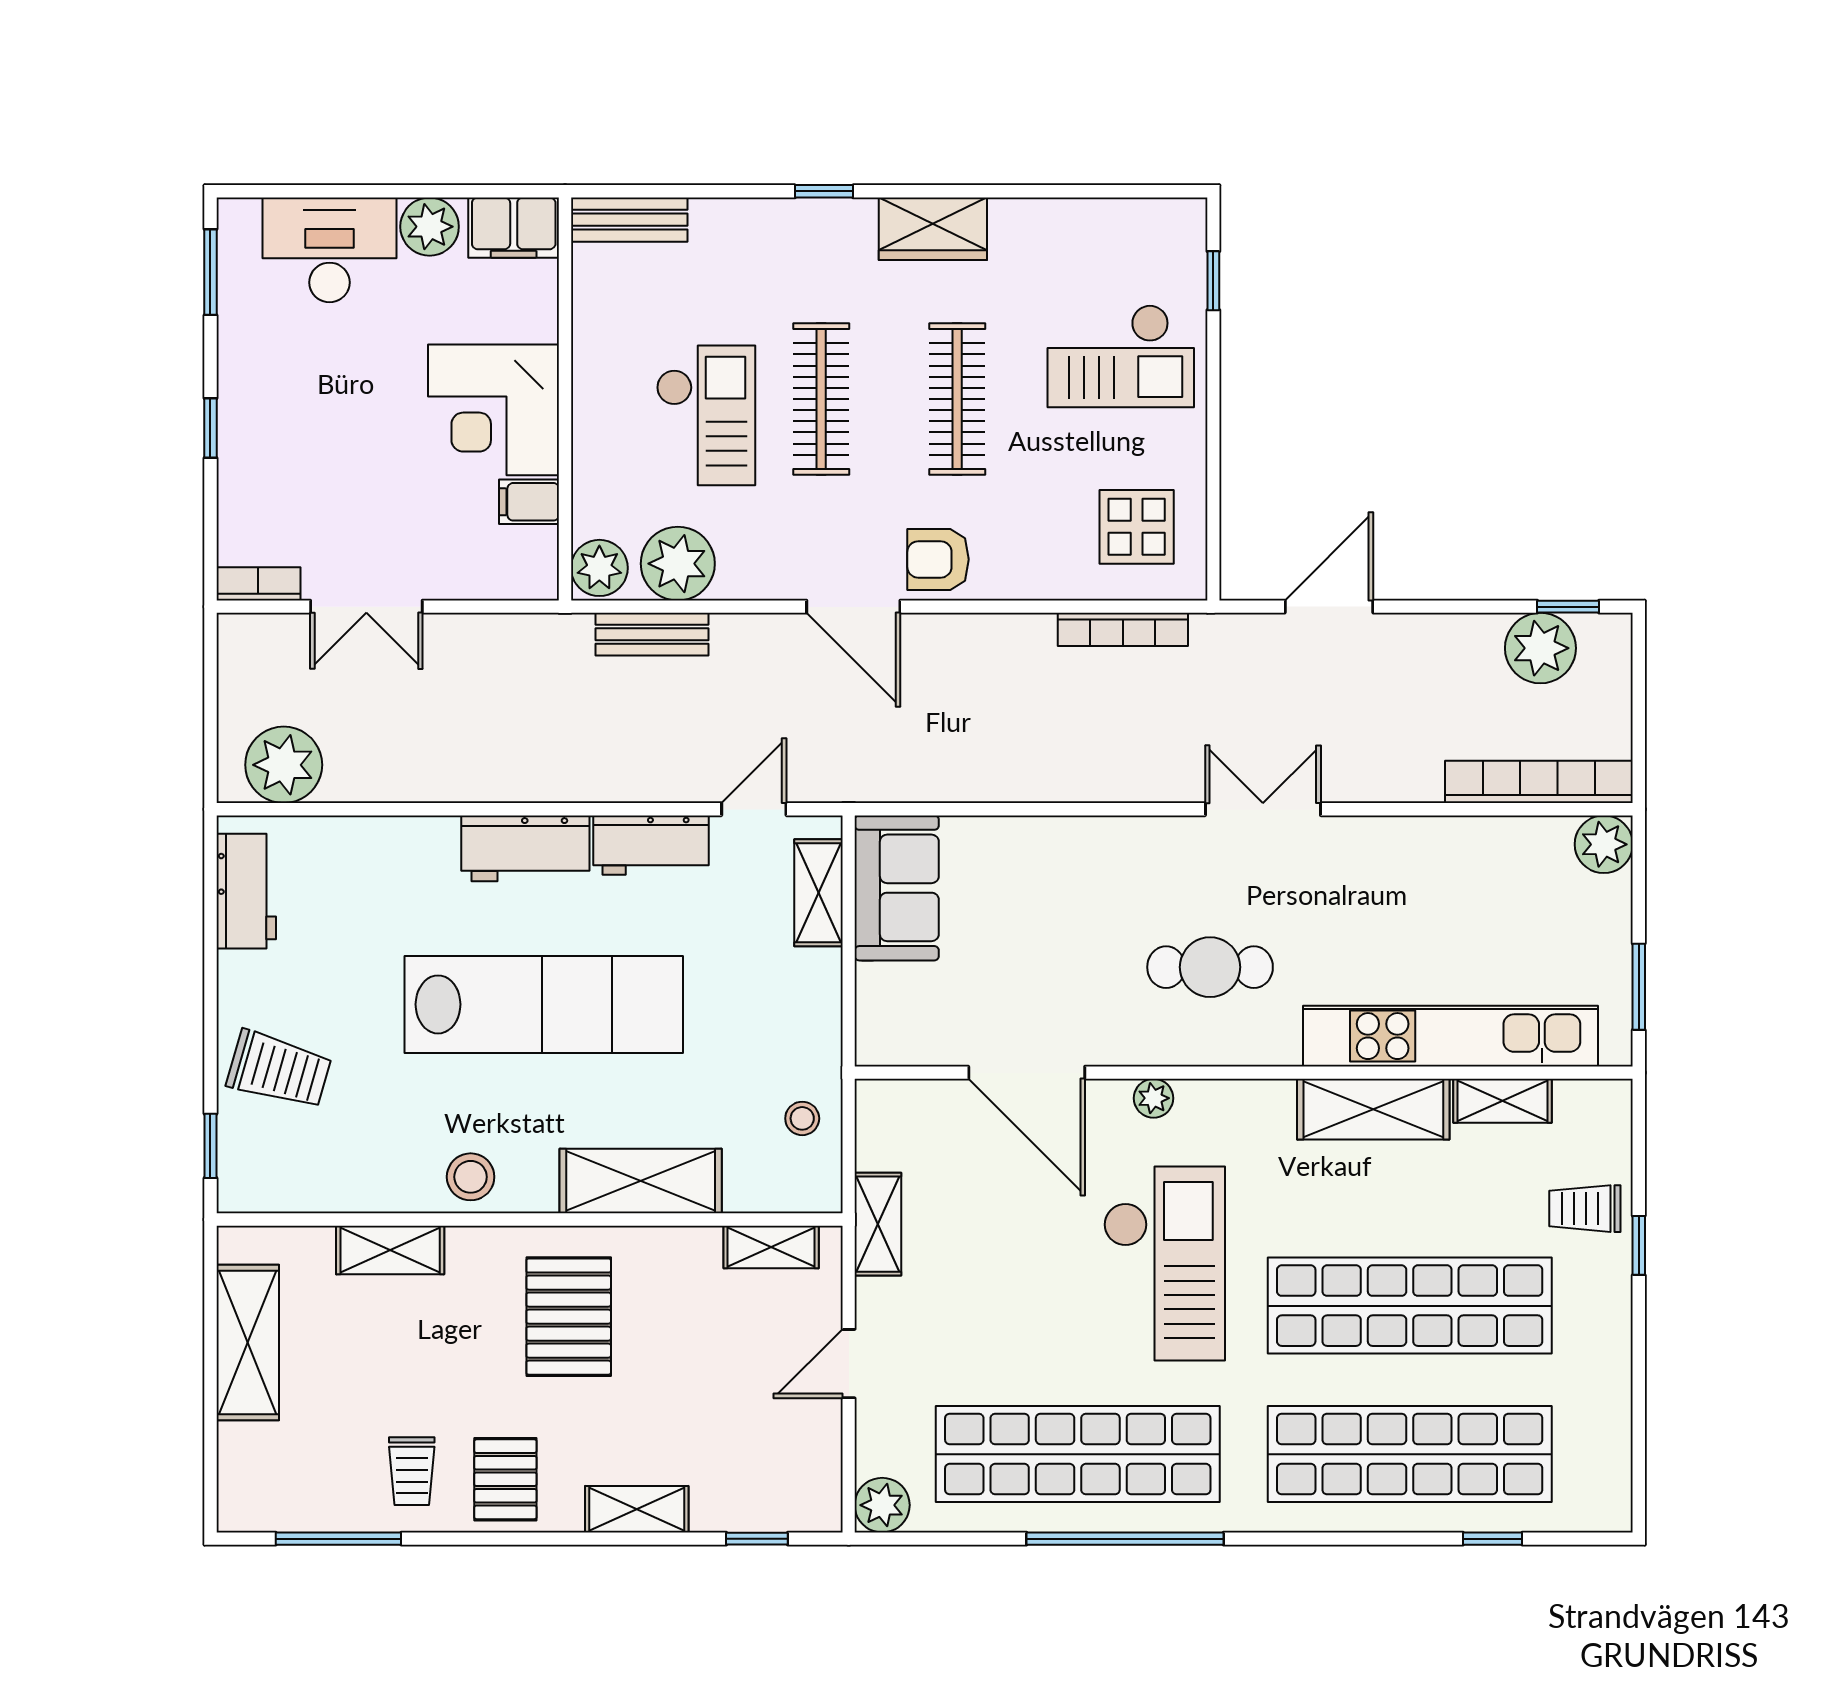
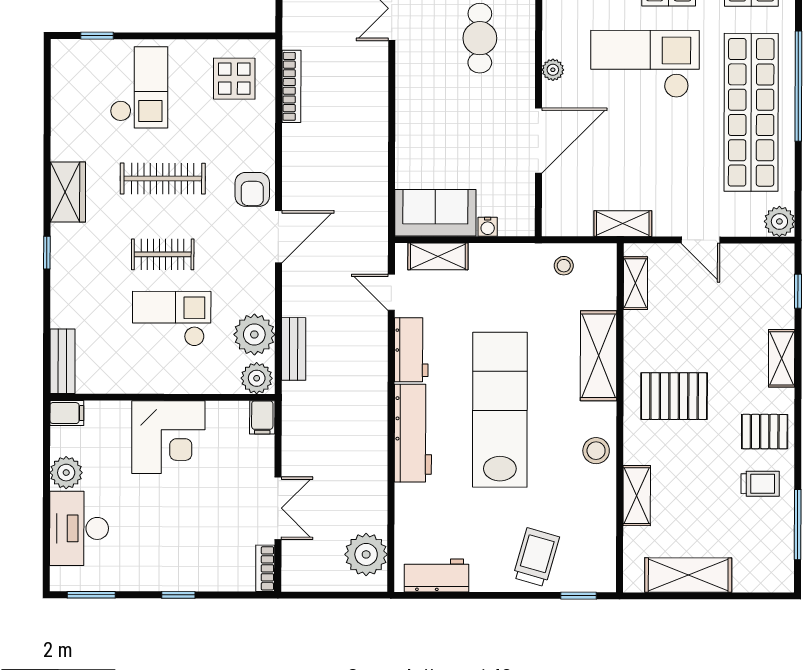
filing cabinet: (514, 228) -> (67, 413), width x0.50
clothes rail: (821, 399) -> (163, 254), width x0.73
filing cabinet: (529, 502) -> (262, 417), moved
workbench: (525, 848) -> (413, 433), width x1.38
water cooler: (872, 982) -> (488, 227), added

